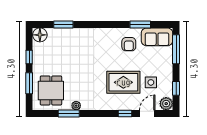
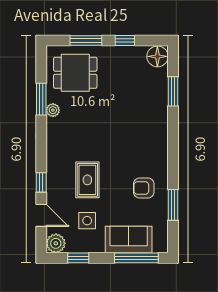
sofa: (157, 37) -> (129, 240), moved, turned 90
rug: (123, 82) -> (87, 180), width x0.73, depth x0.70

